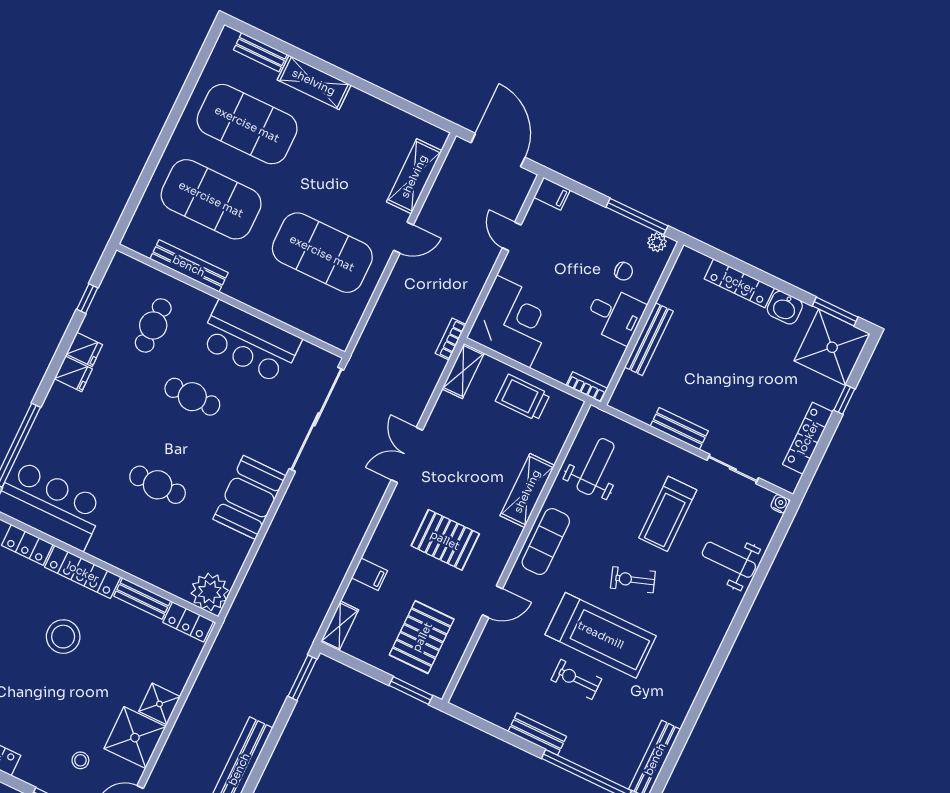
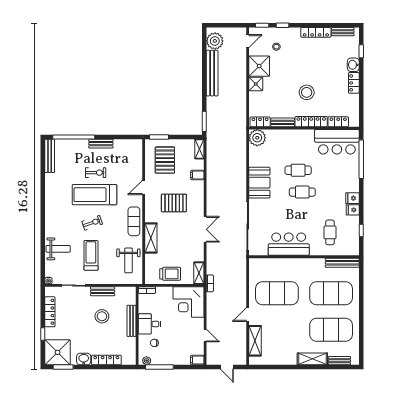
door: (498, 150) -> (227, 367), width x0.53
bench: (189, 266) -> (342, 263), moved
stool: (705, 378) -> (102, 316), added
cafe table: (192, 397) -> (302, 192), moved

